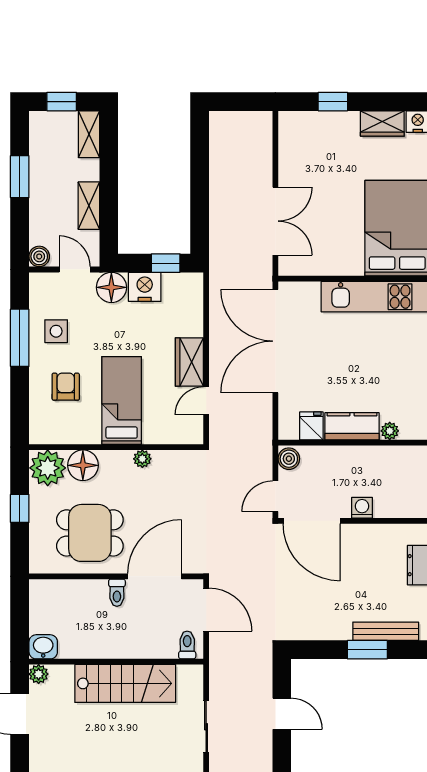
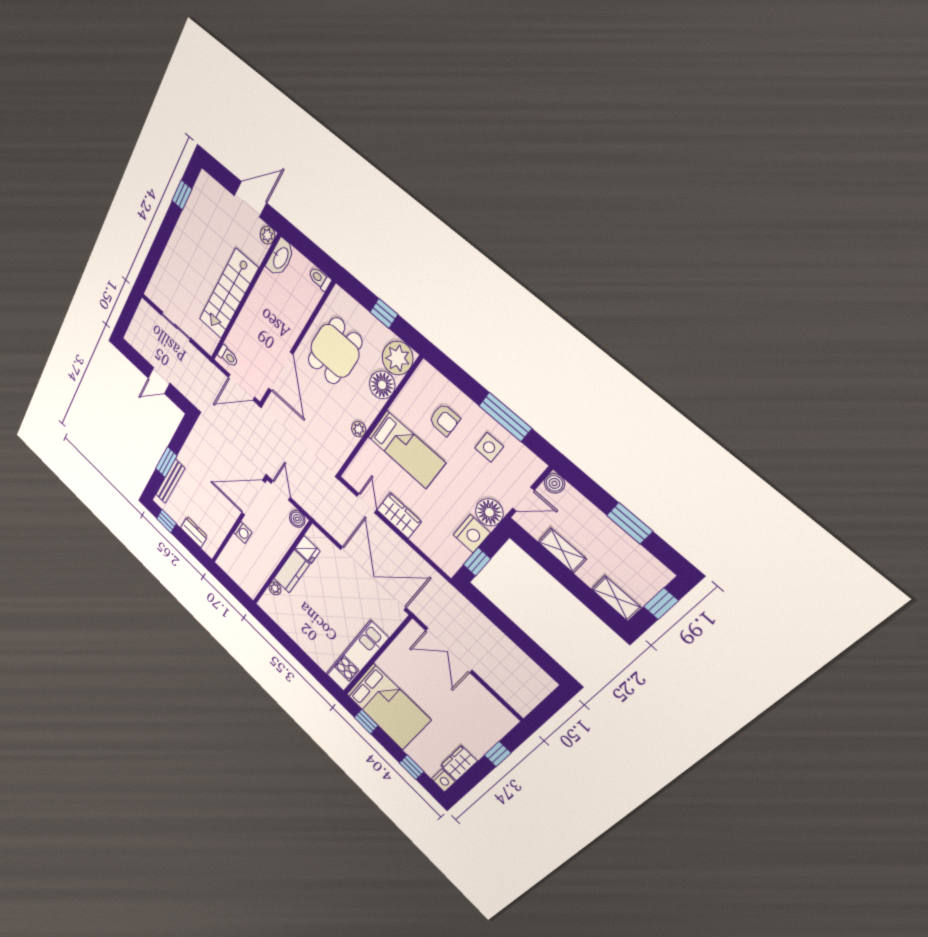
toilet: (117, 593) -> (320, 279), moved
washbasin: (43, 647) -> (280, 258), width x1.38

